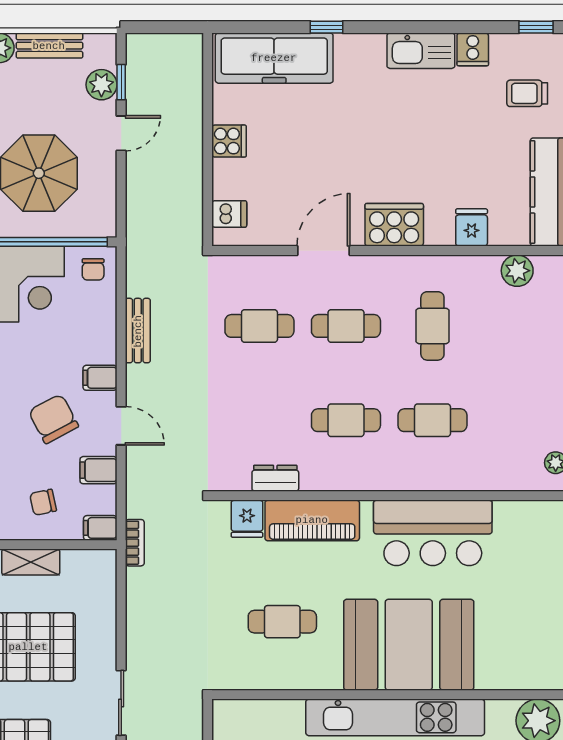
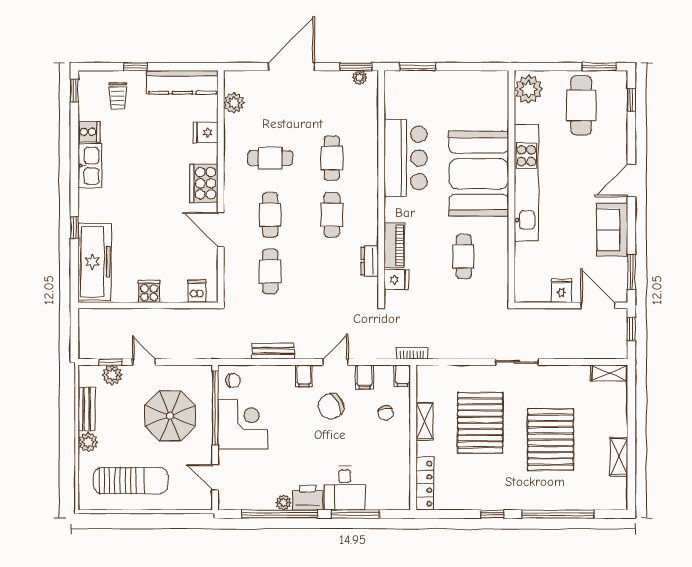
piano: (312, 520) -> (394, 245), width x0.73, depth x0.75

